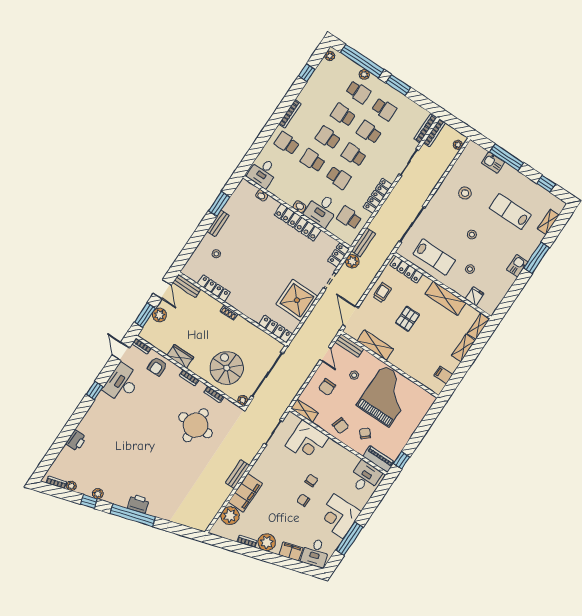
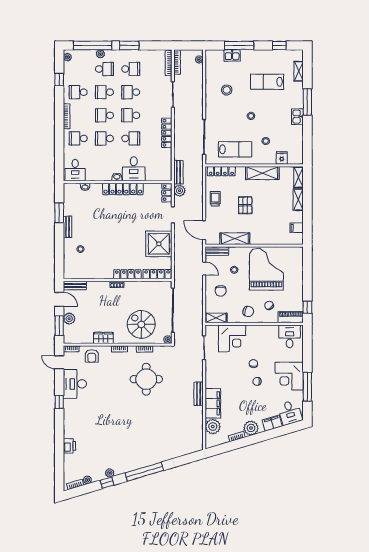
school desk: (349, 218) -> (78, 92), moved
locker: (214, 288) -> (127, 274), moved
printer: (138, 504) -> (143, 461), removed

